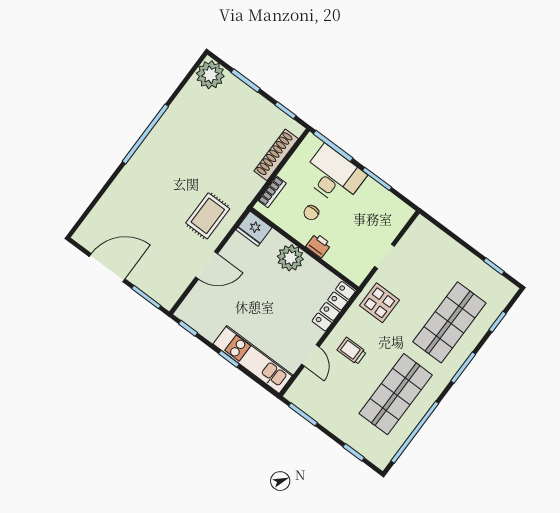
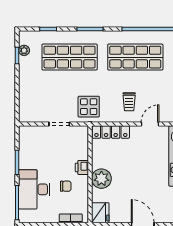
plant: (494, 278) -> (24, 50), added

